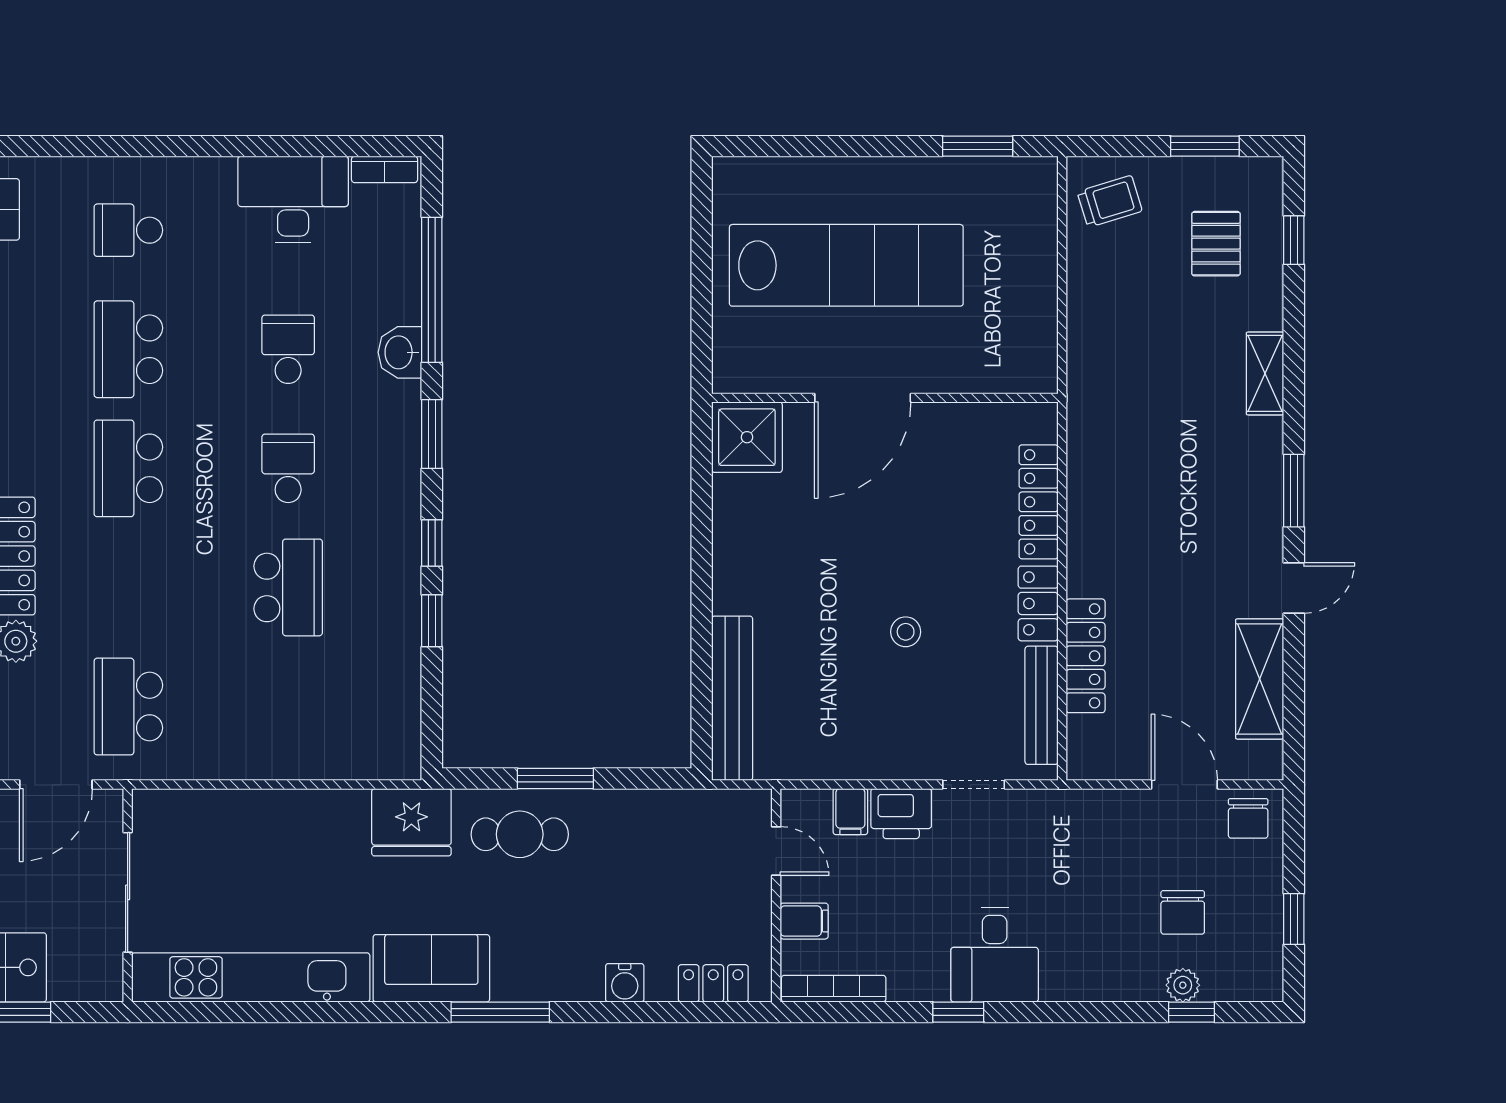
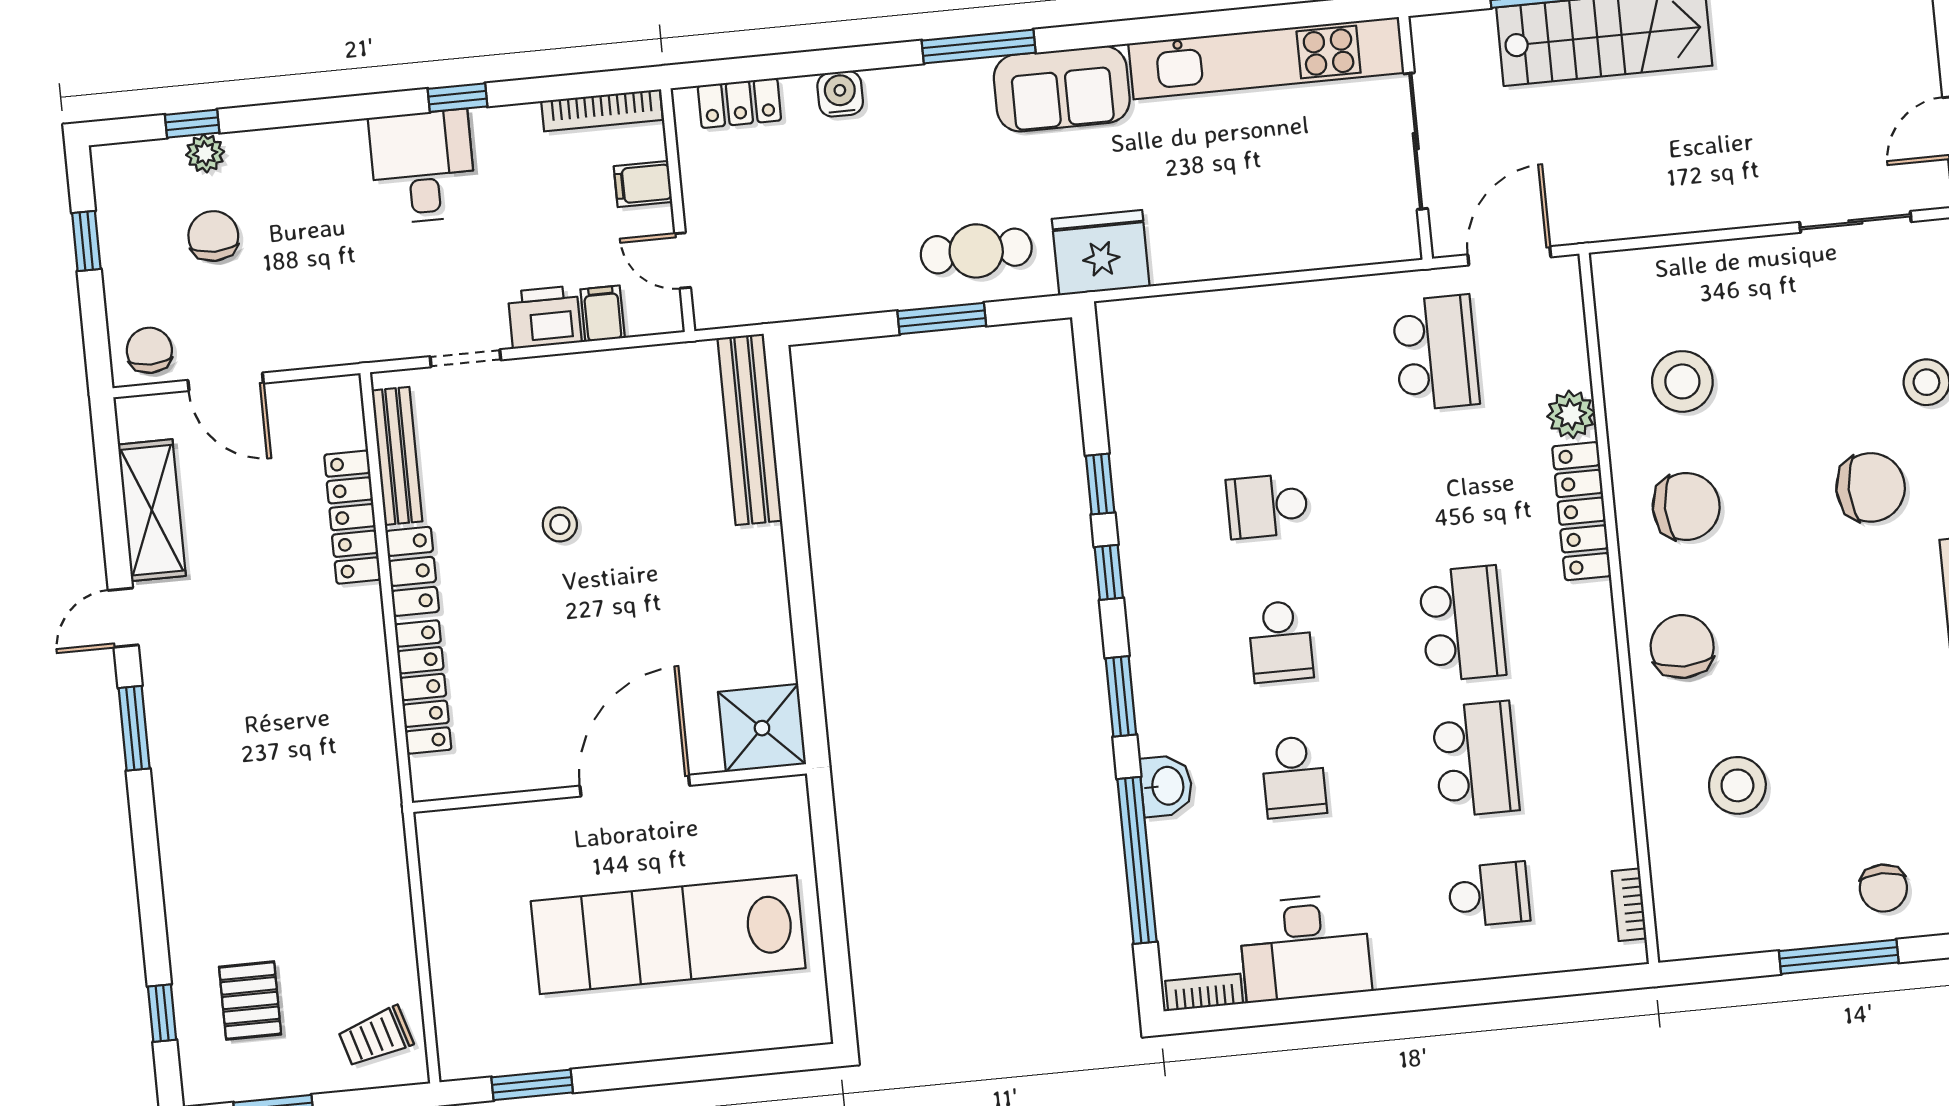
shelving: (1265, 373) -> (180, 858), removed
school desk: (288, 587) -> (1267, 506), width x0.54

